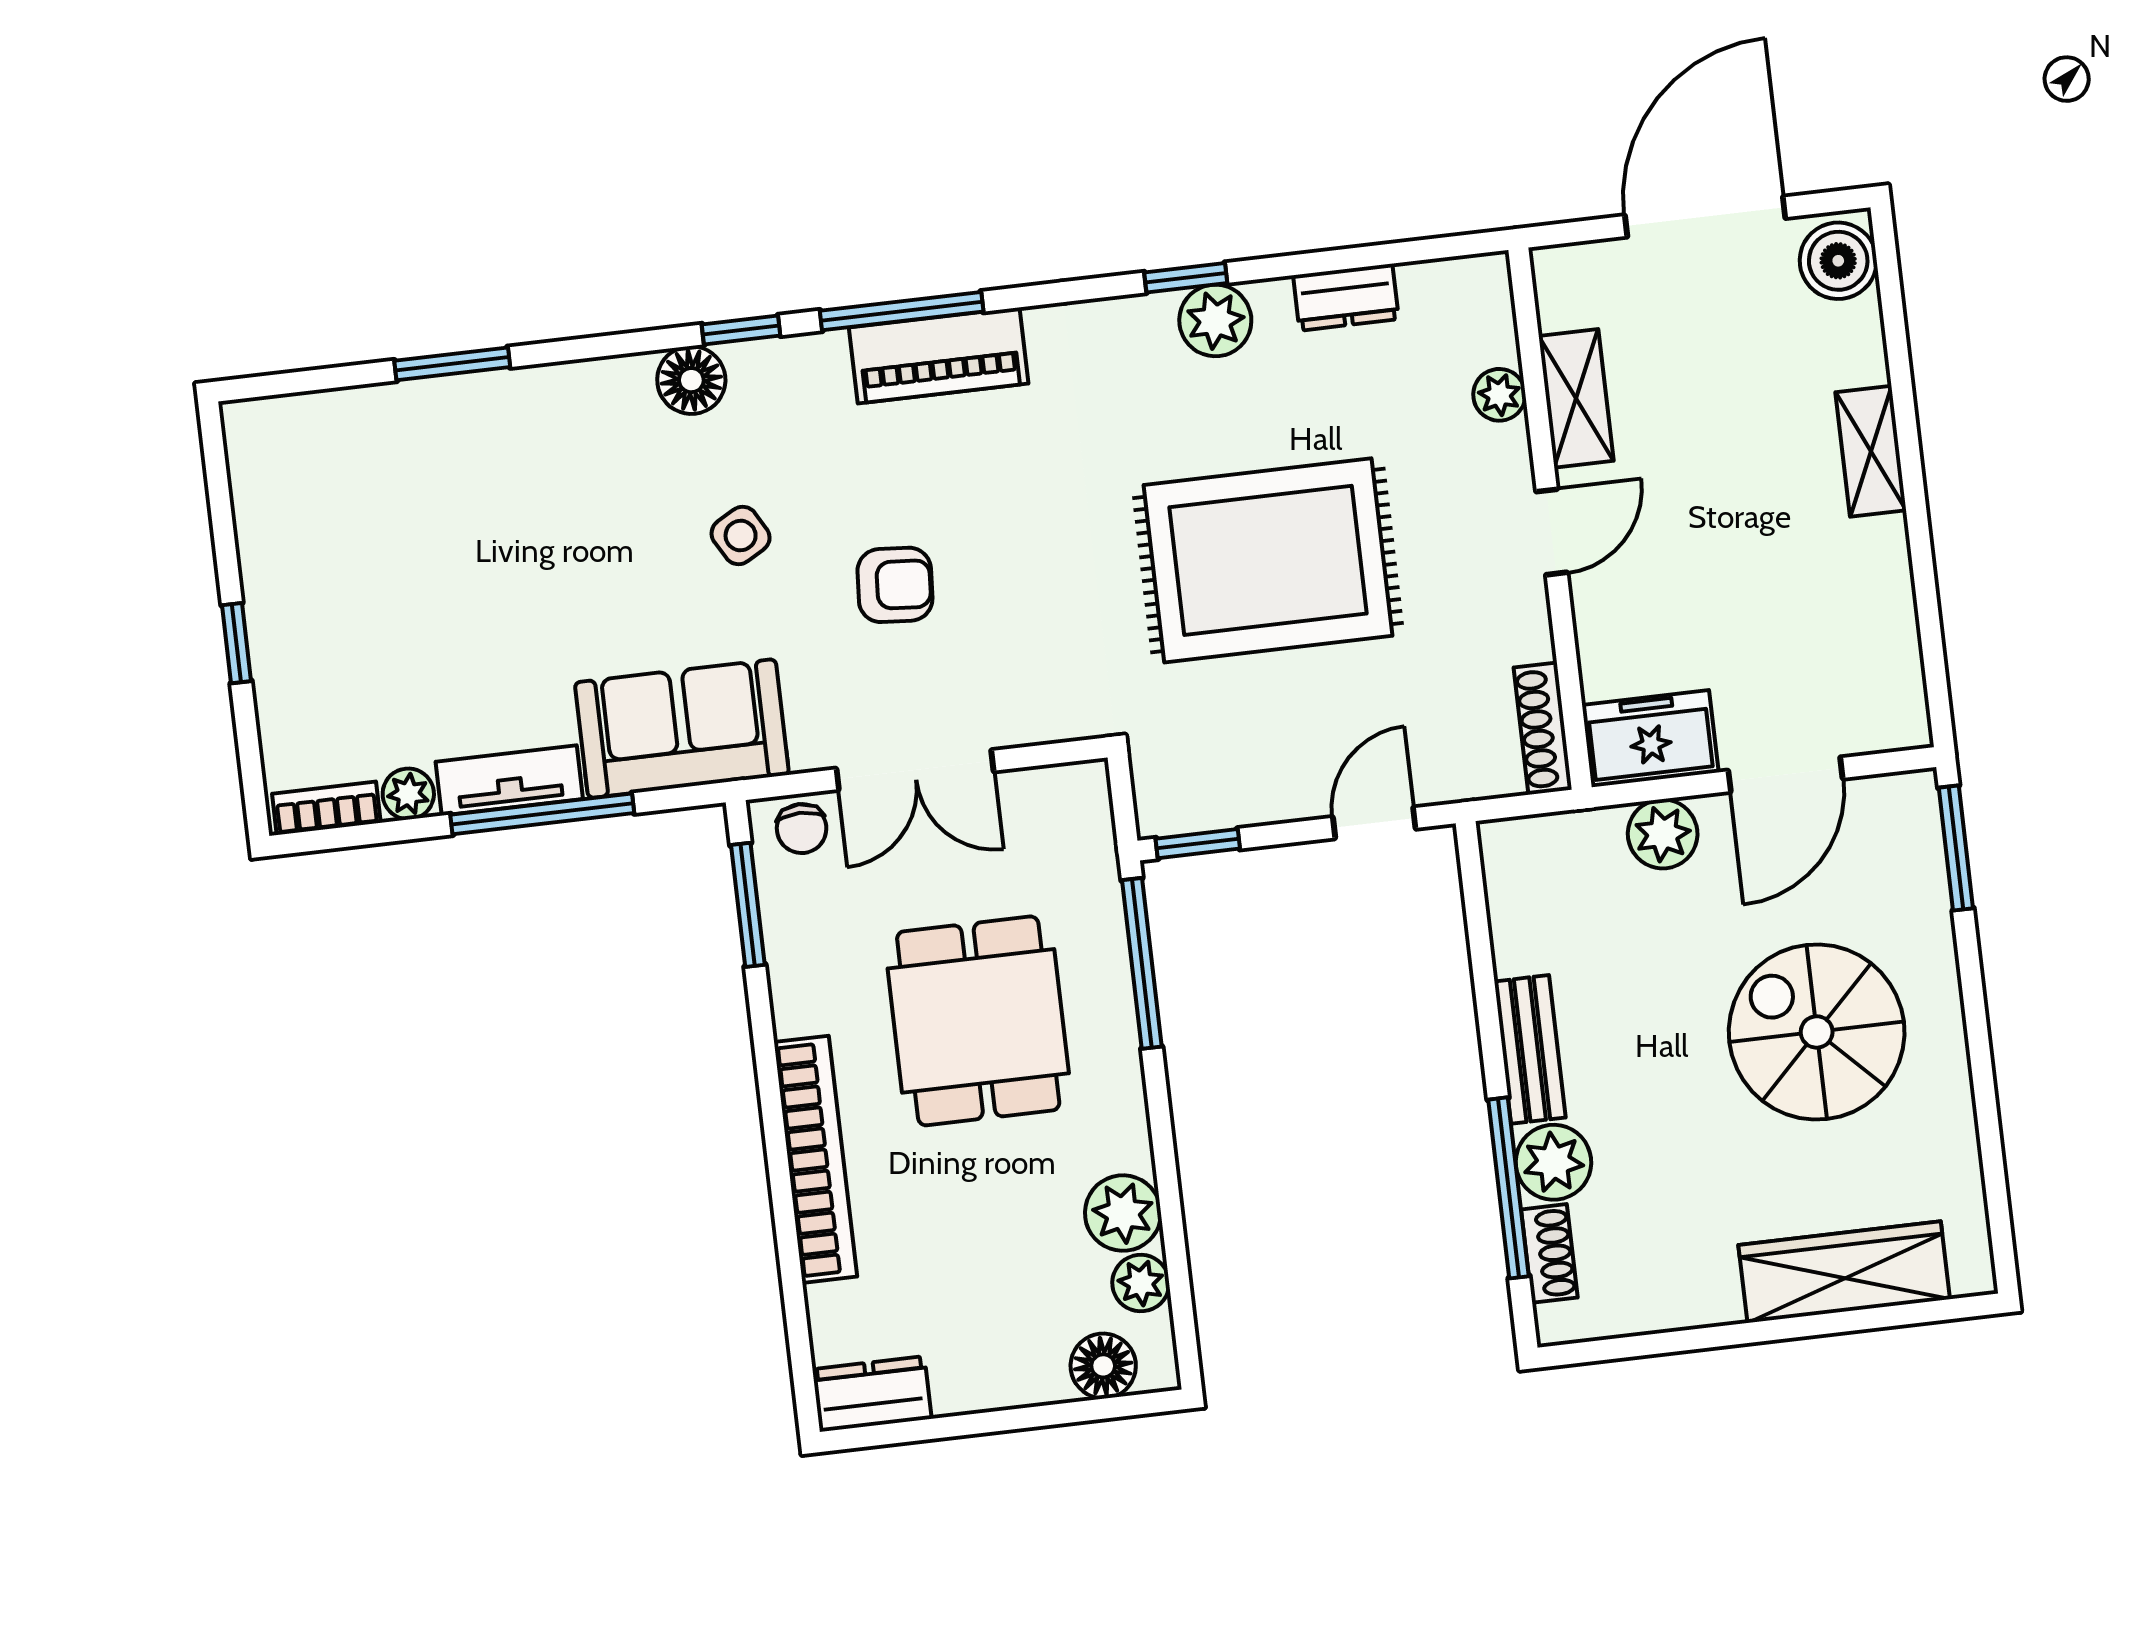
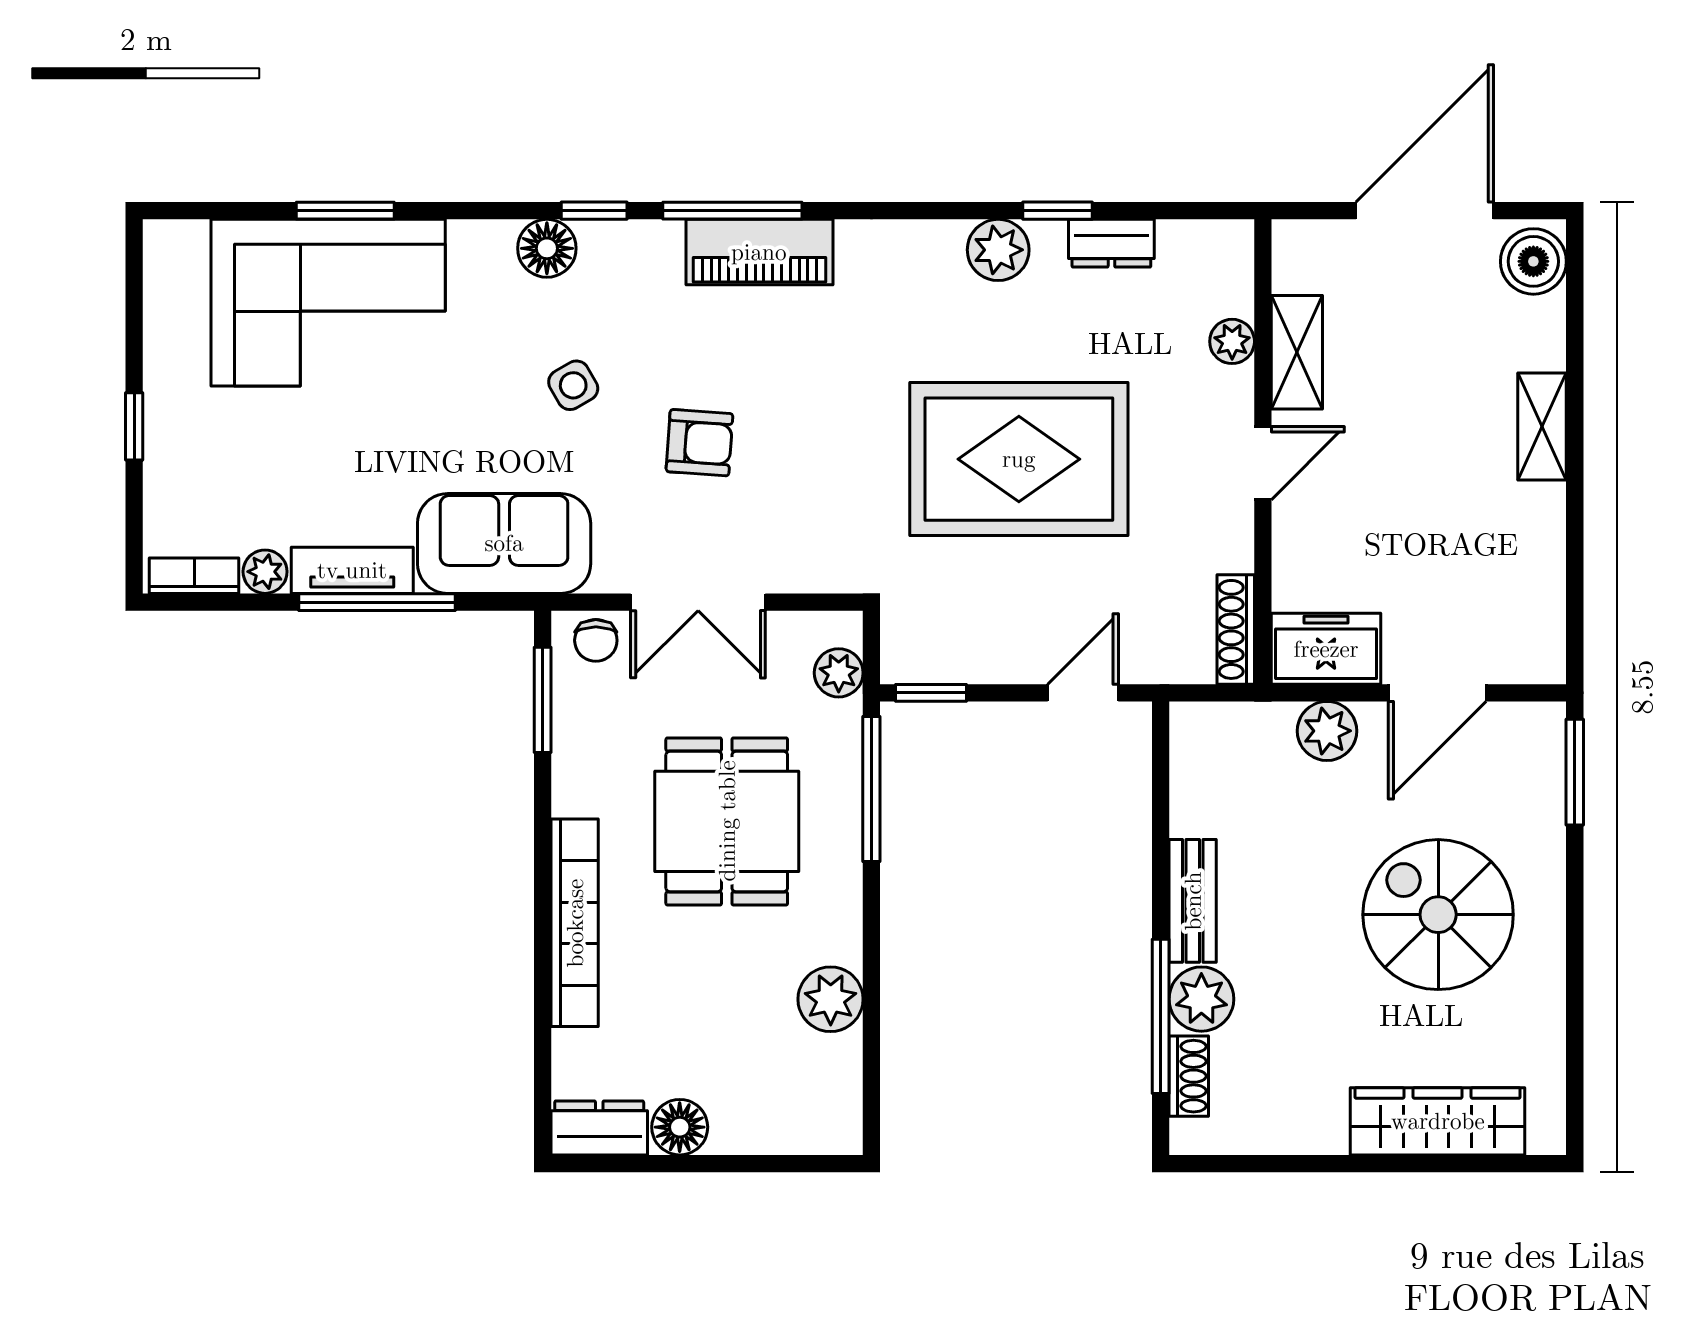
window: (1186, 278) -> (1057, 211), moved
corner sofa: (445, 473) -> (328, 303), added
plant: (1141, 1283) -> (839, 673), moved
floor lamp: (1103, 1366) -> (680, 1127), moved

